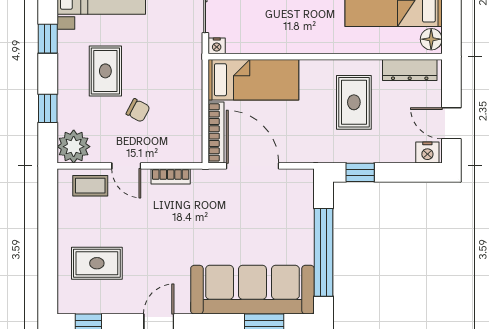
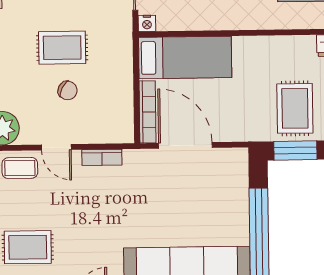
rug: (105, 71) -> (62, 48), moved, turned 90
rug: (354, 102) -> (295, 108), moved
window: (360, 172) -> (295, 151), width x1.50

